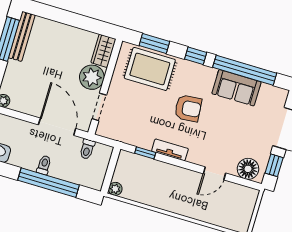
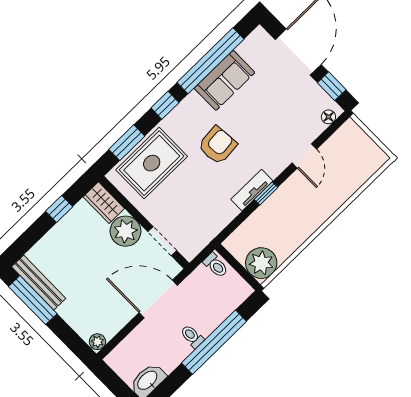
window: (82, 22) -> (59, 209), added
toilet: (87, 149) -> (216, 265), moved
window: (145, 153) -> (266, 193), moved
floor lamp: (248, 169) -> (328, 117), width x0.53, depth x0.53
plant: (115, 189) -> (261, 263), width x1.88, depth x1.88

